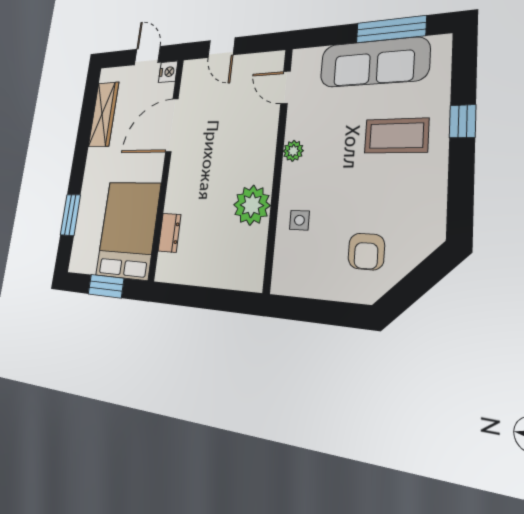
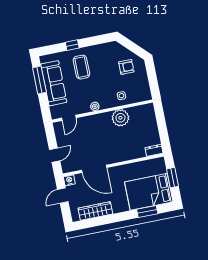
bed: (128, 230) -> (149, 192), moved
dresser: (169, 233) -> (154, 150), moved

